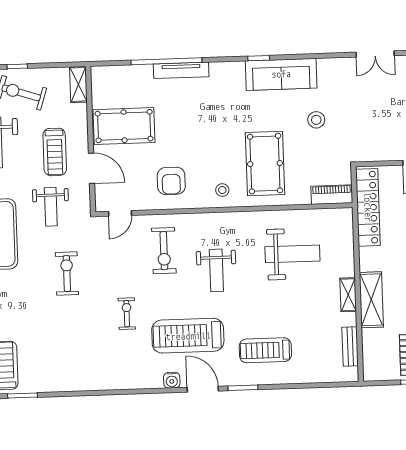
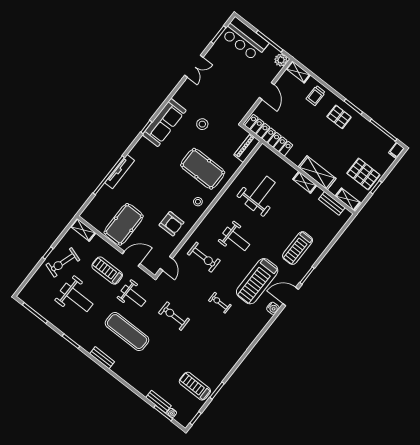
treadmill: (55, 152) -> (107, 271), turned 180
shelving: (370, 361) -> (348, 199), added

